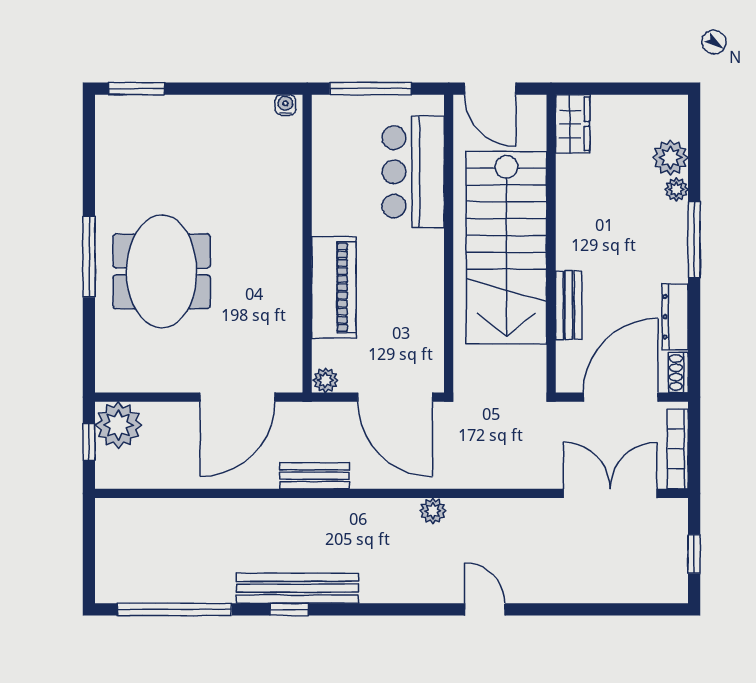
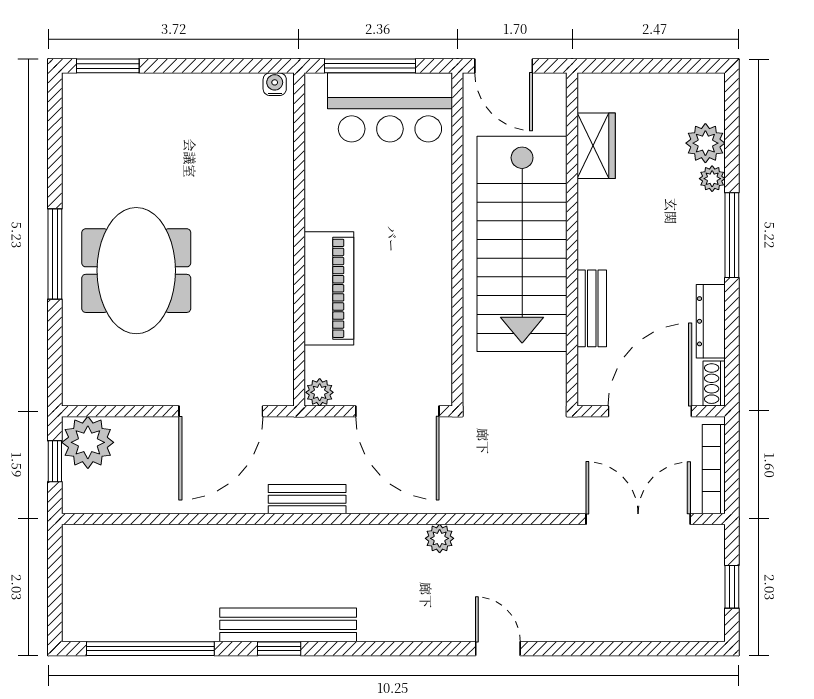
wardrobe: (573, 124) -> (596, 146), moved
bar counter: (413, 172) -> (390, 107), moved, turned -90

